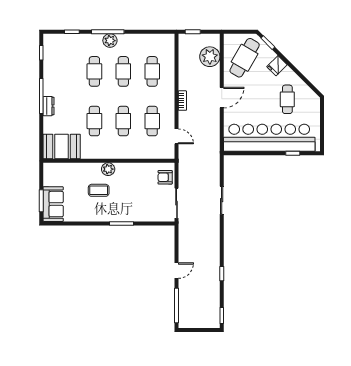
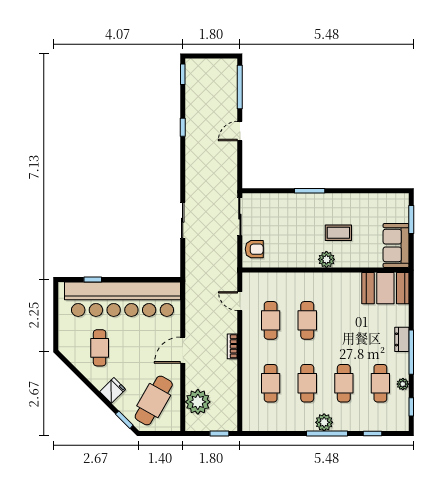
plant: (48, 71) -> (403, 384), added
cafe table: (94, 121) -> (380, 383), moved
sofa: (53, 204) -> (396, 245), moved

